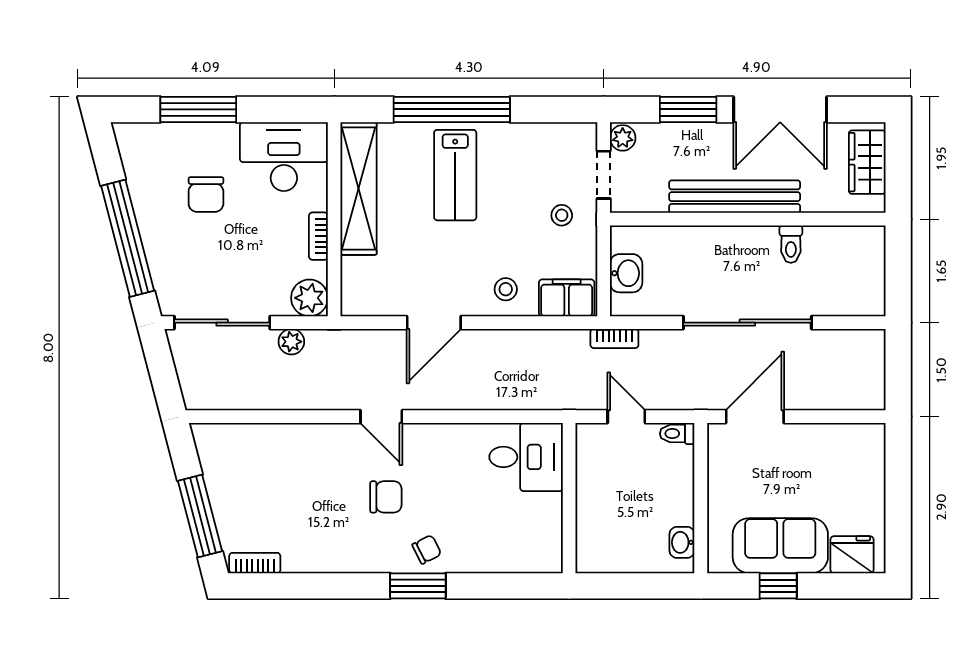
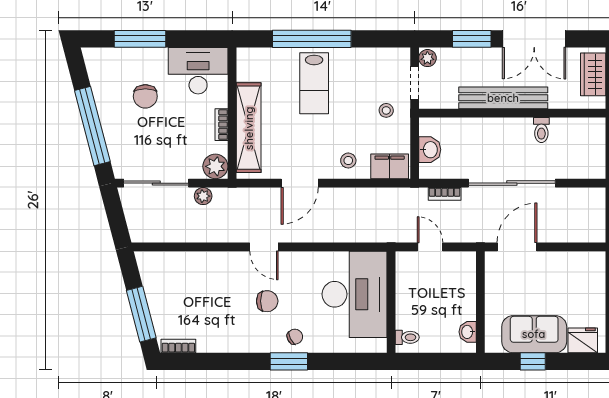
shelving: (359, 188) -> (249, 128), moved
bookcase: (614, 338) -> (445, 194), moved
toilet: (677, 434) -> (407, 337), moved, turned 180
desk: (526, 457) -> (355, 294), width x1.87, depth x1.30

